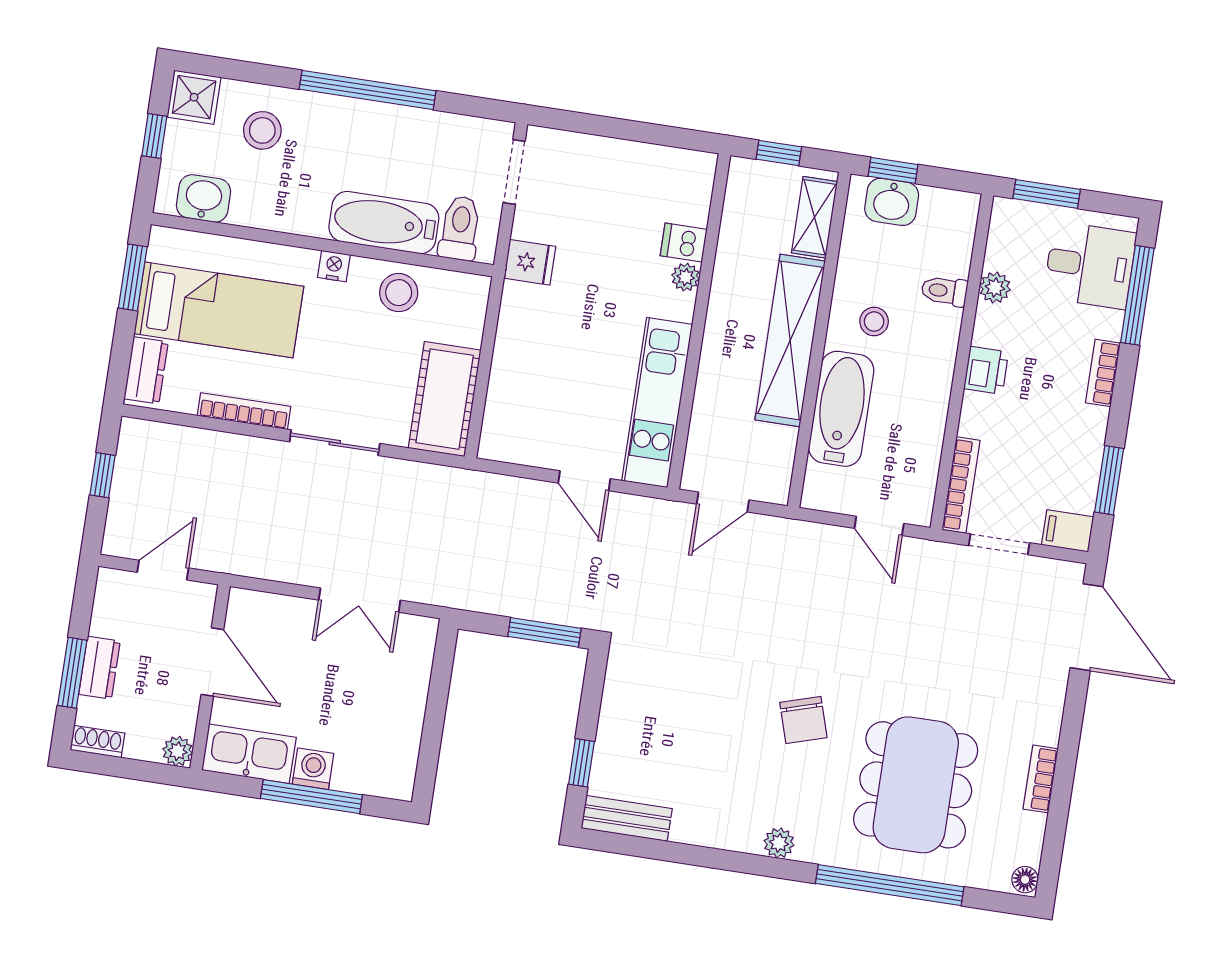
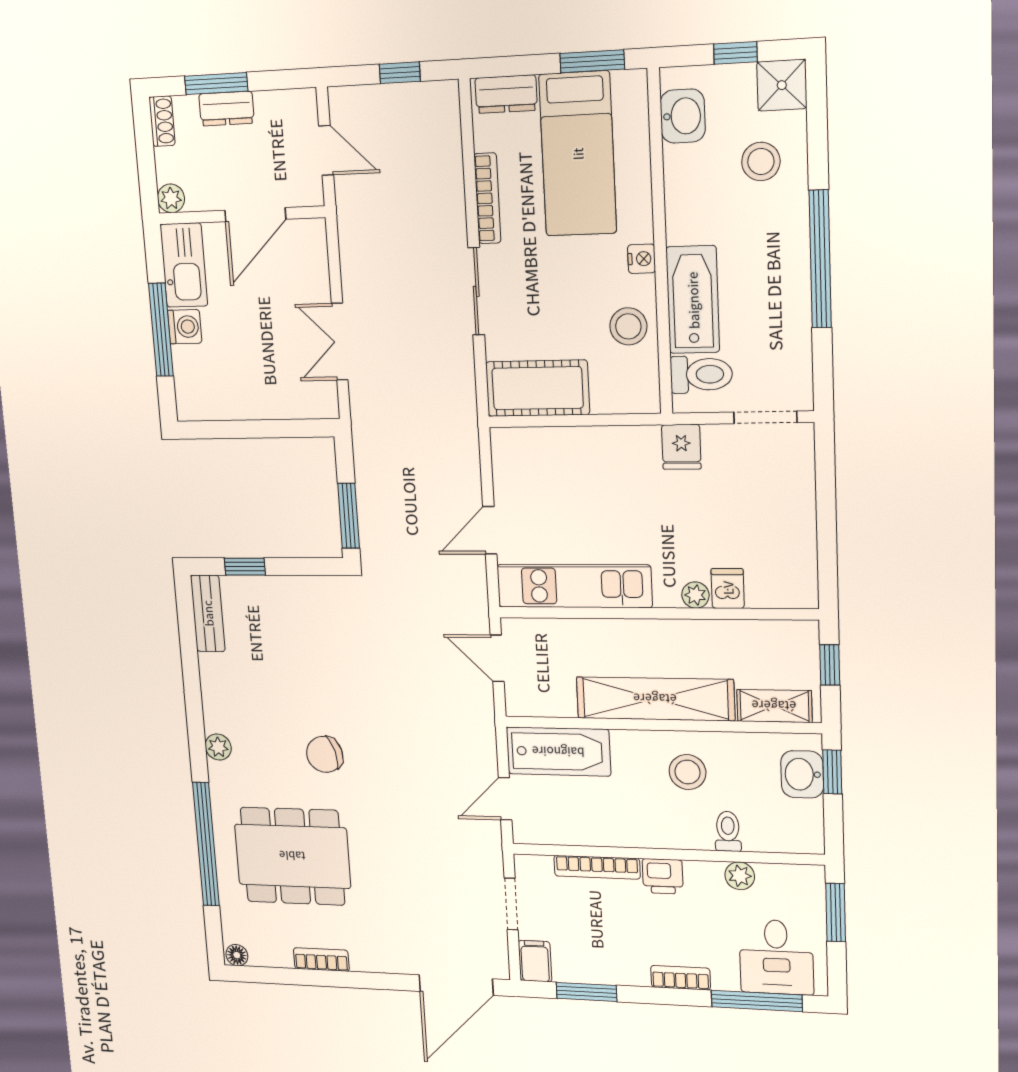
stool: (874, 321) -> (688, 772), width x1.37, depth x1.37
bathtub: (841, 409) -> (558, 752), moved
bookcase: (961, 485) -> (597, 867), moved

